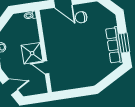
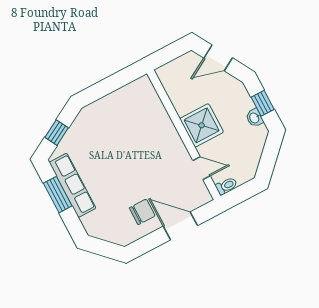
door: (46, 67) -> (202, 168), moved
window: (113, 77) -> (57, 133), added

